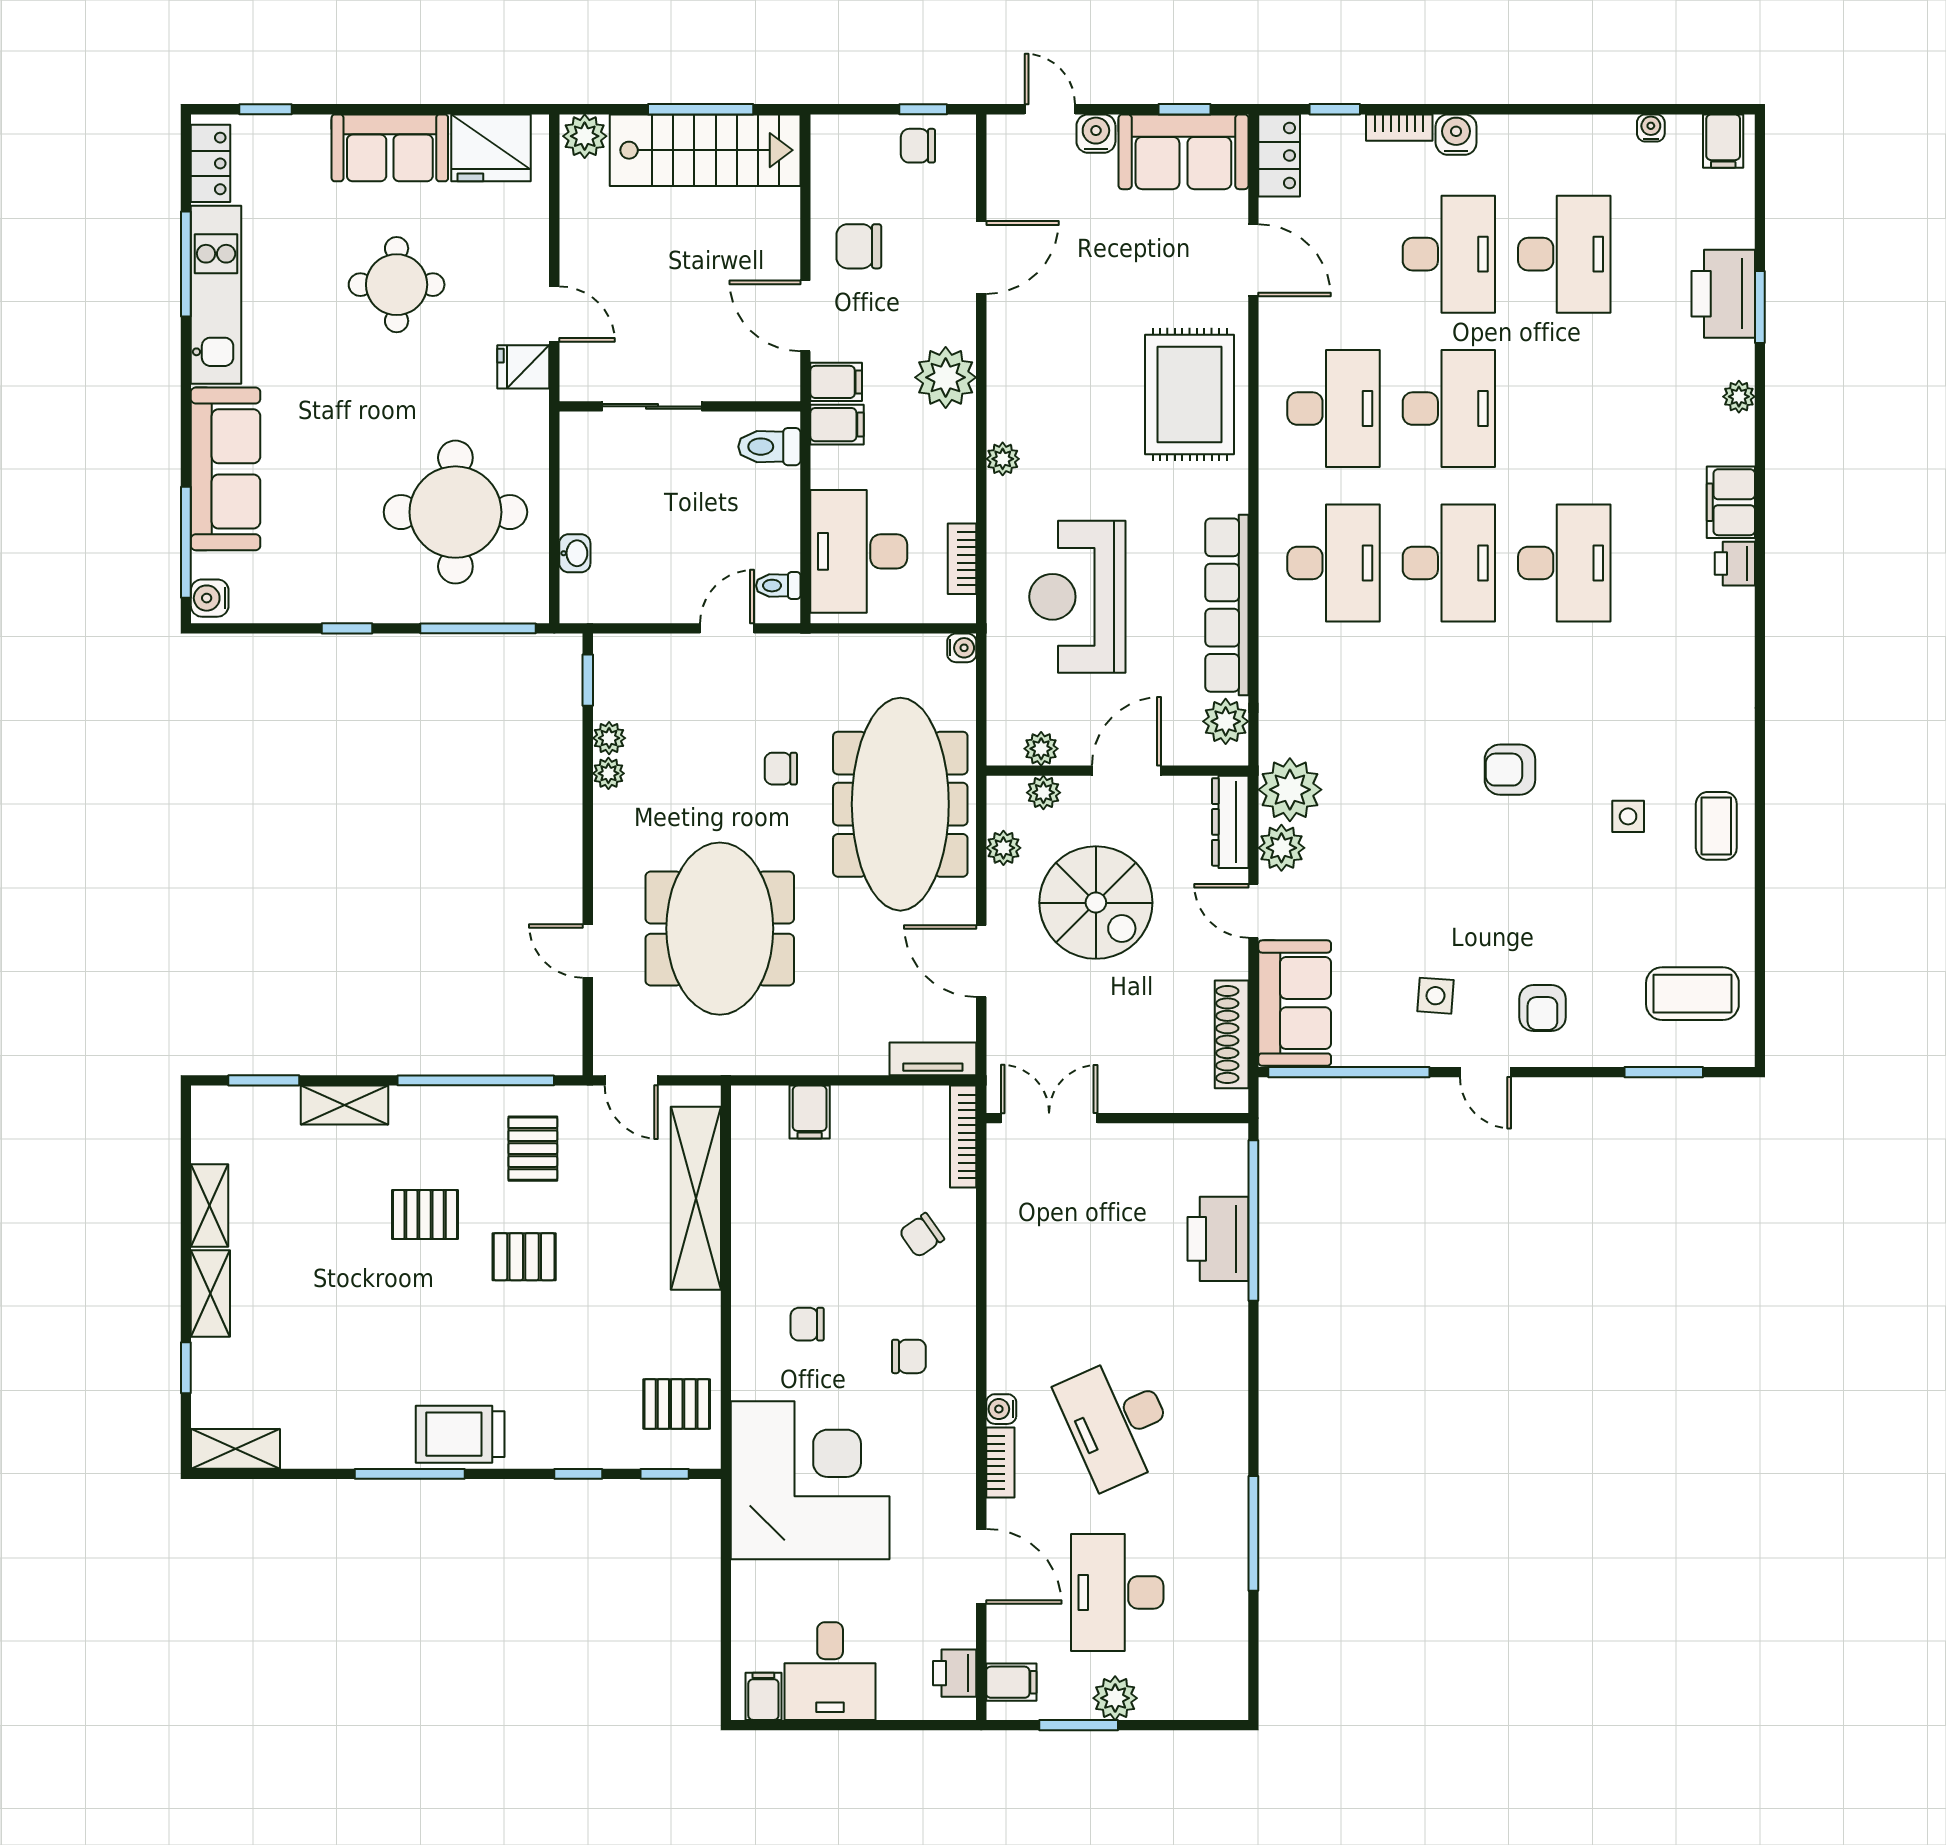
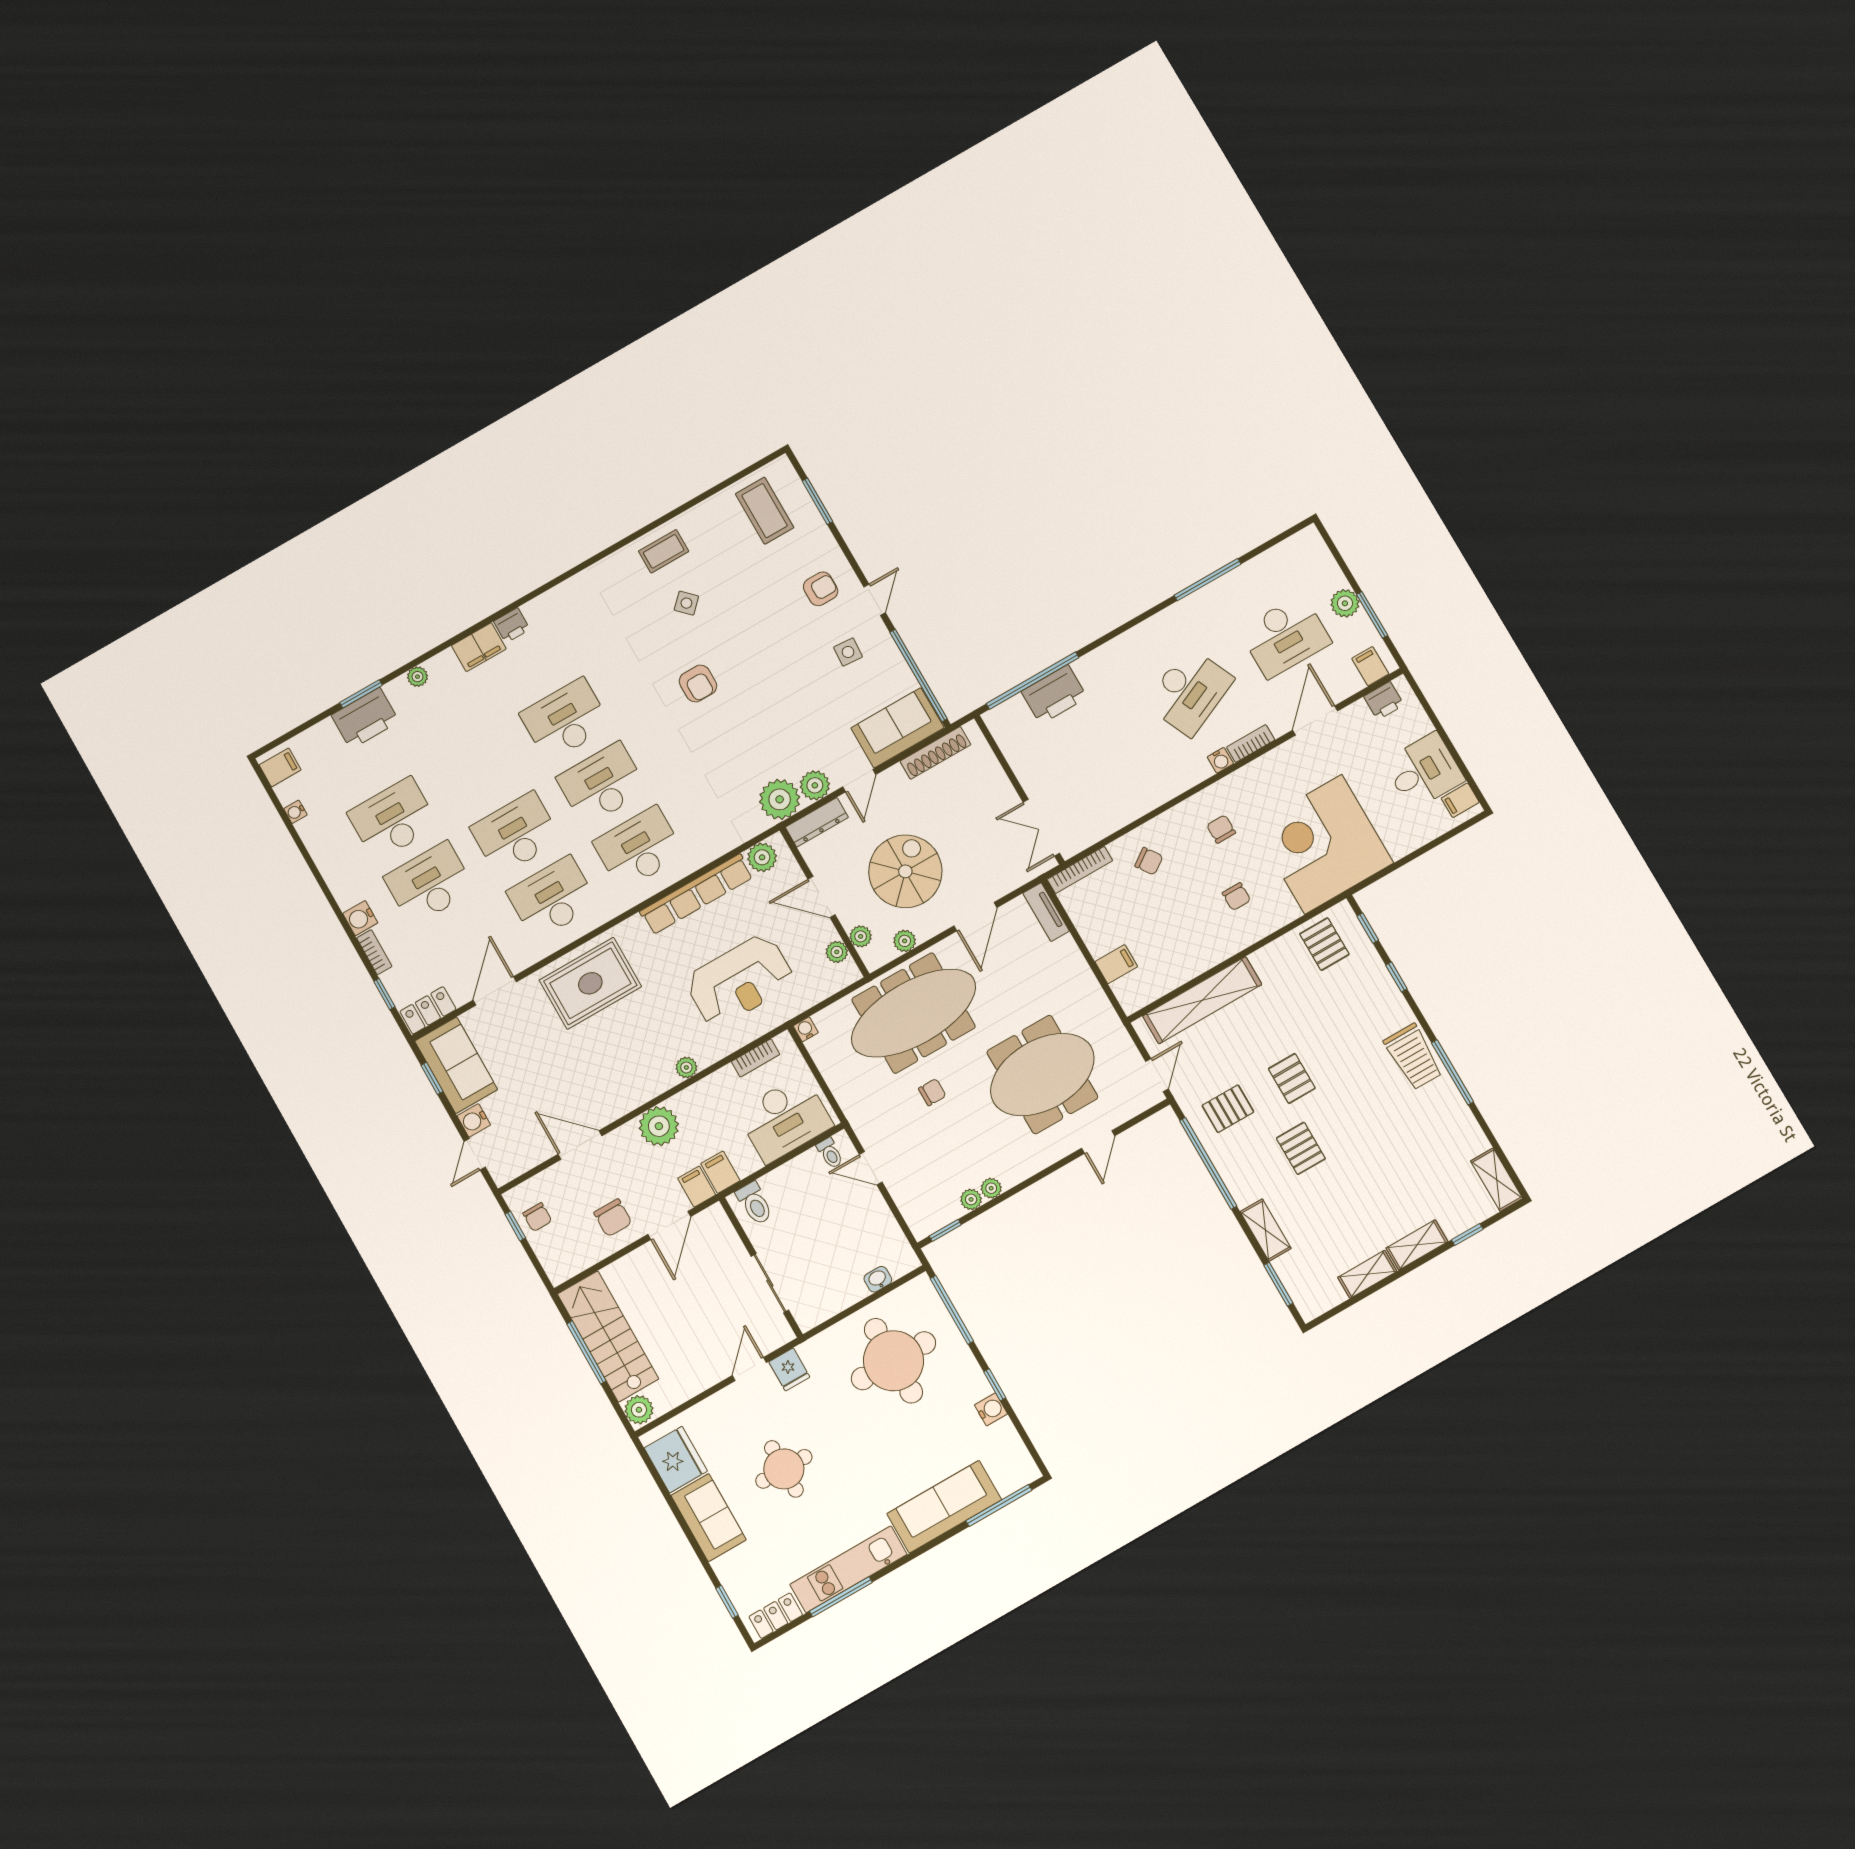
water cooler: (210, 598) -> (991, 1409), moved, turned -90
chair: (781, 769) -> (932, 1092), turned -90
side table: (1628, 816) -> (686, 603), turned 45

